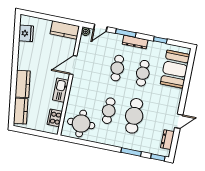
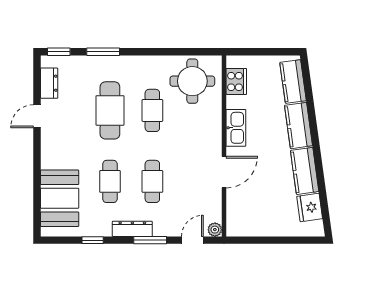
kitchen counter: (65, 30) -> (305, 171), moved, turned -98

